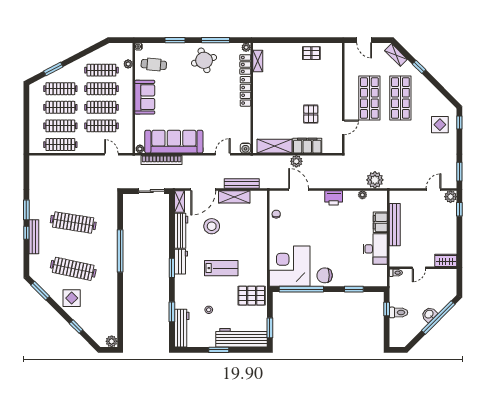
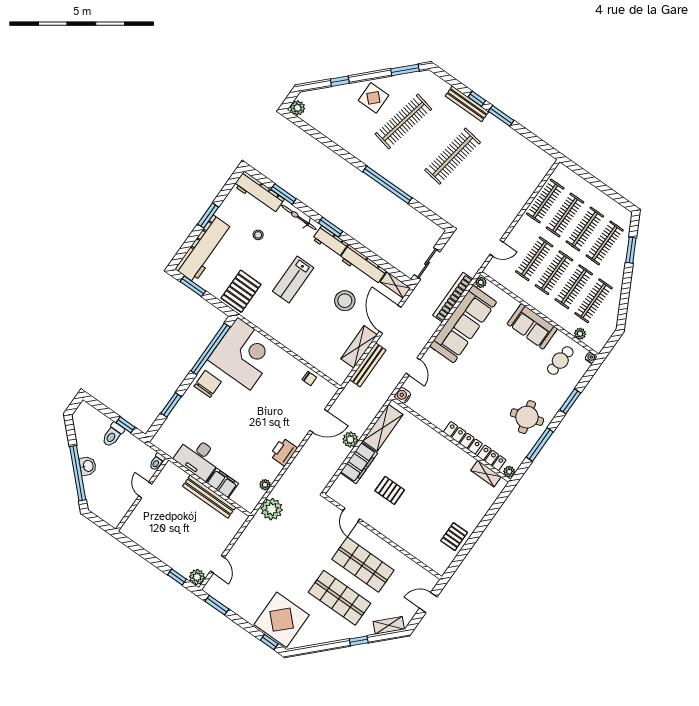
display table: (440, 125) -> (282, 620), width x1.86, depth x1.86
wardrobe: (446, 260) -> (133, 524), removed
bicycle: (180, 292) -> (299, 217), added

